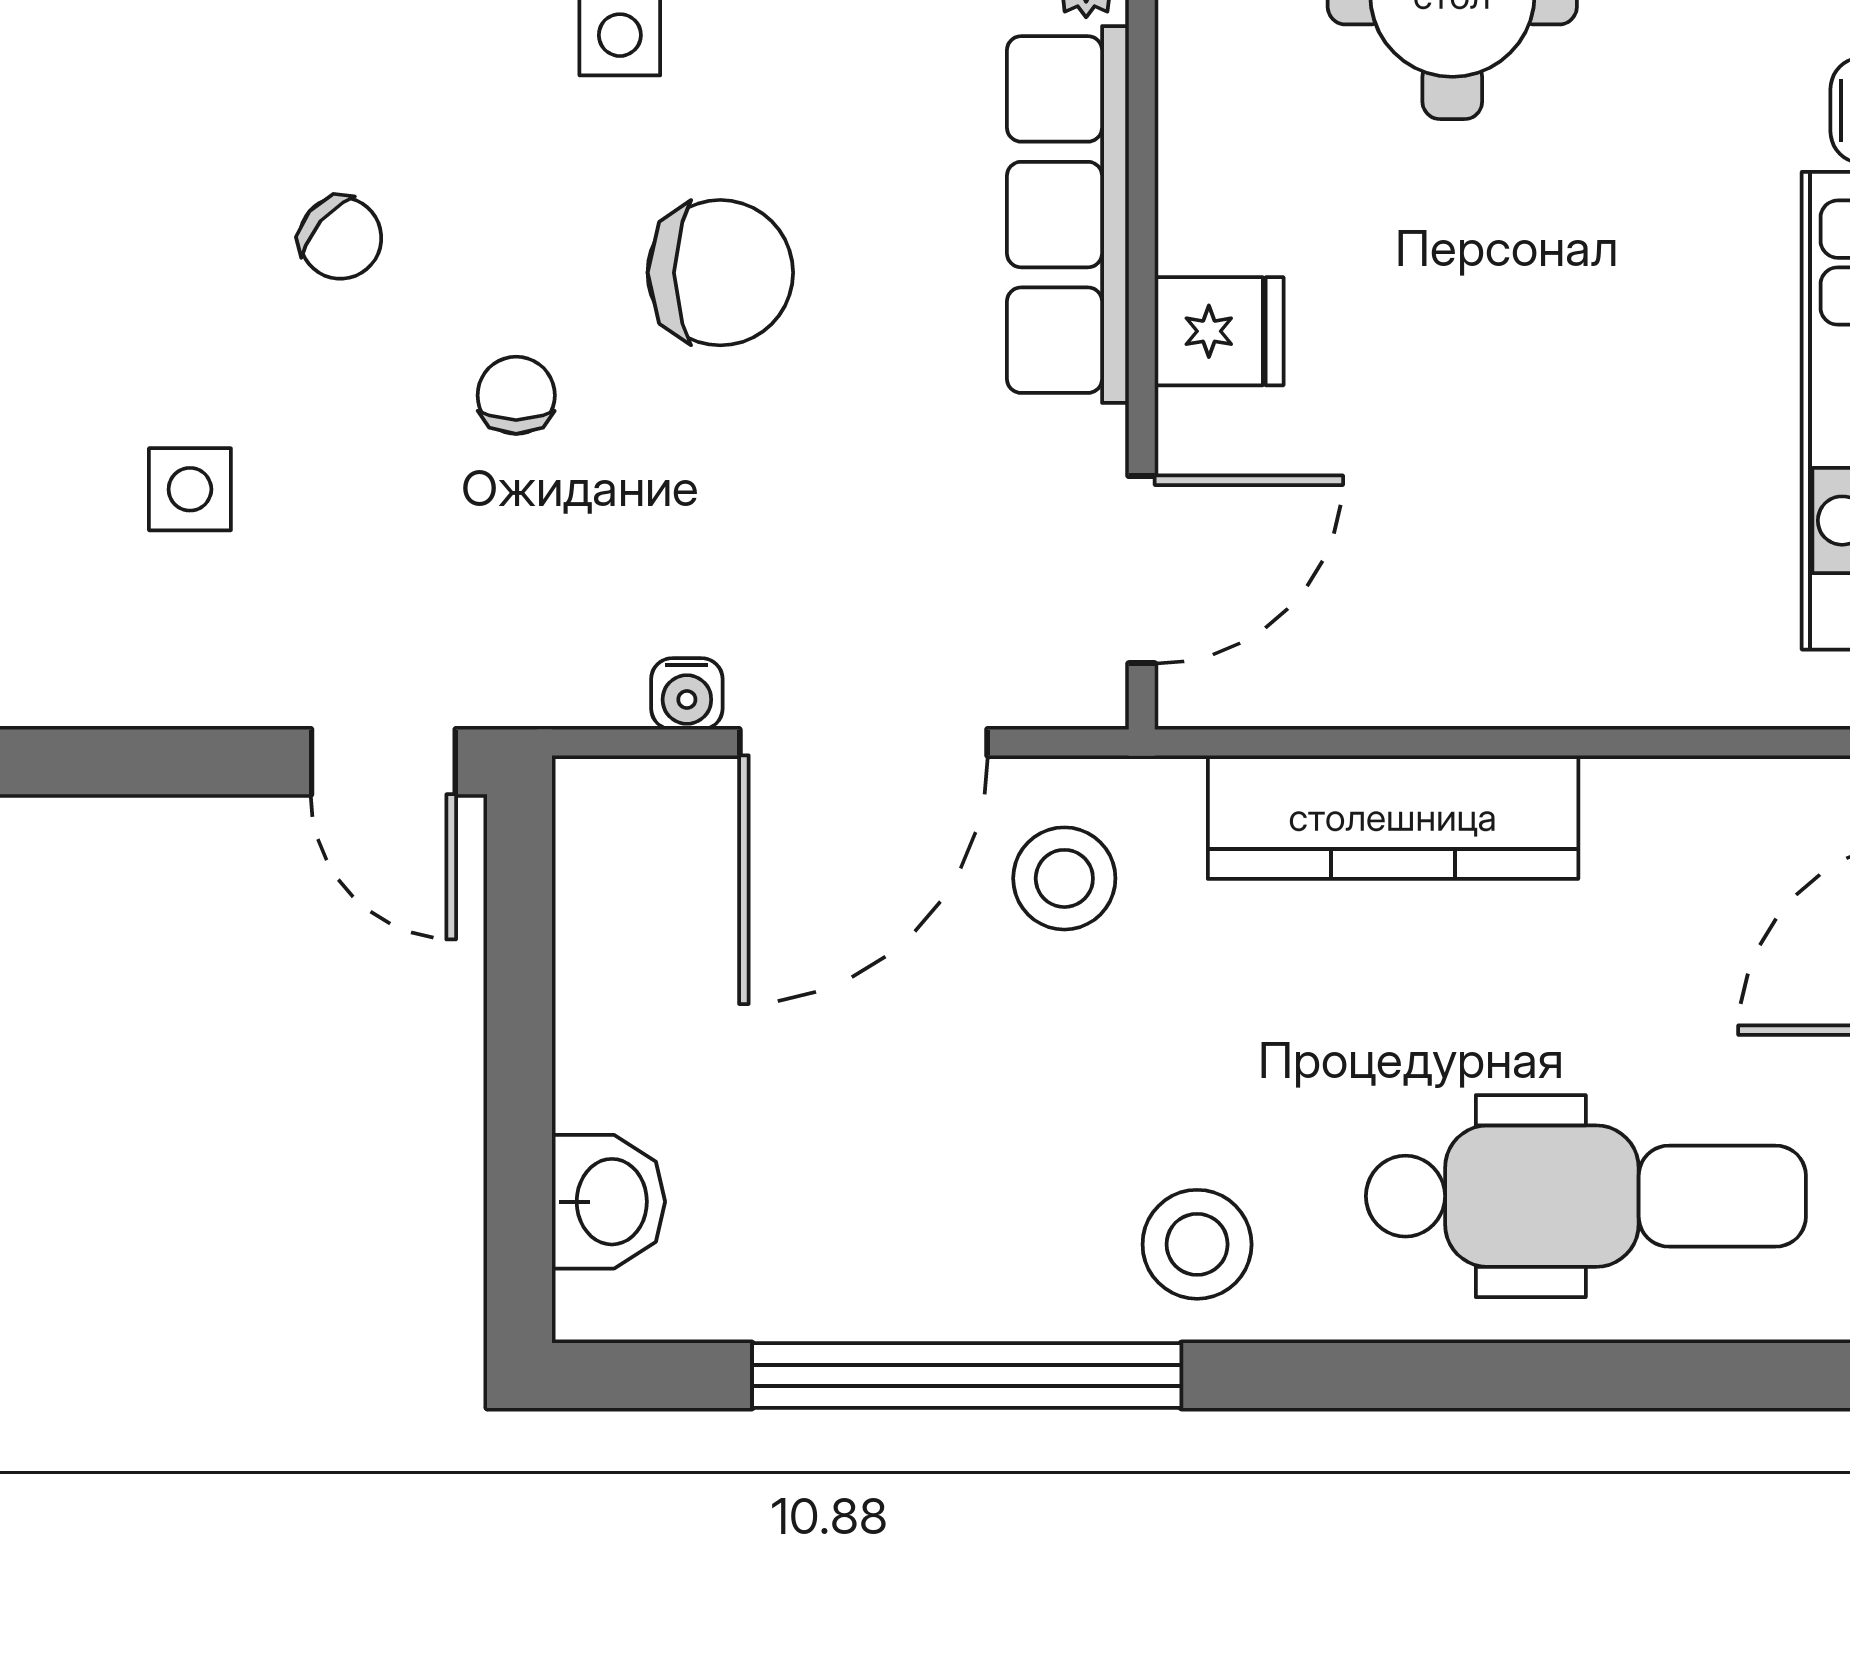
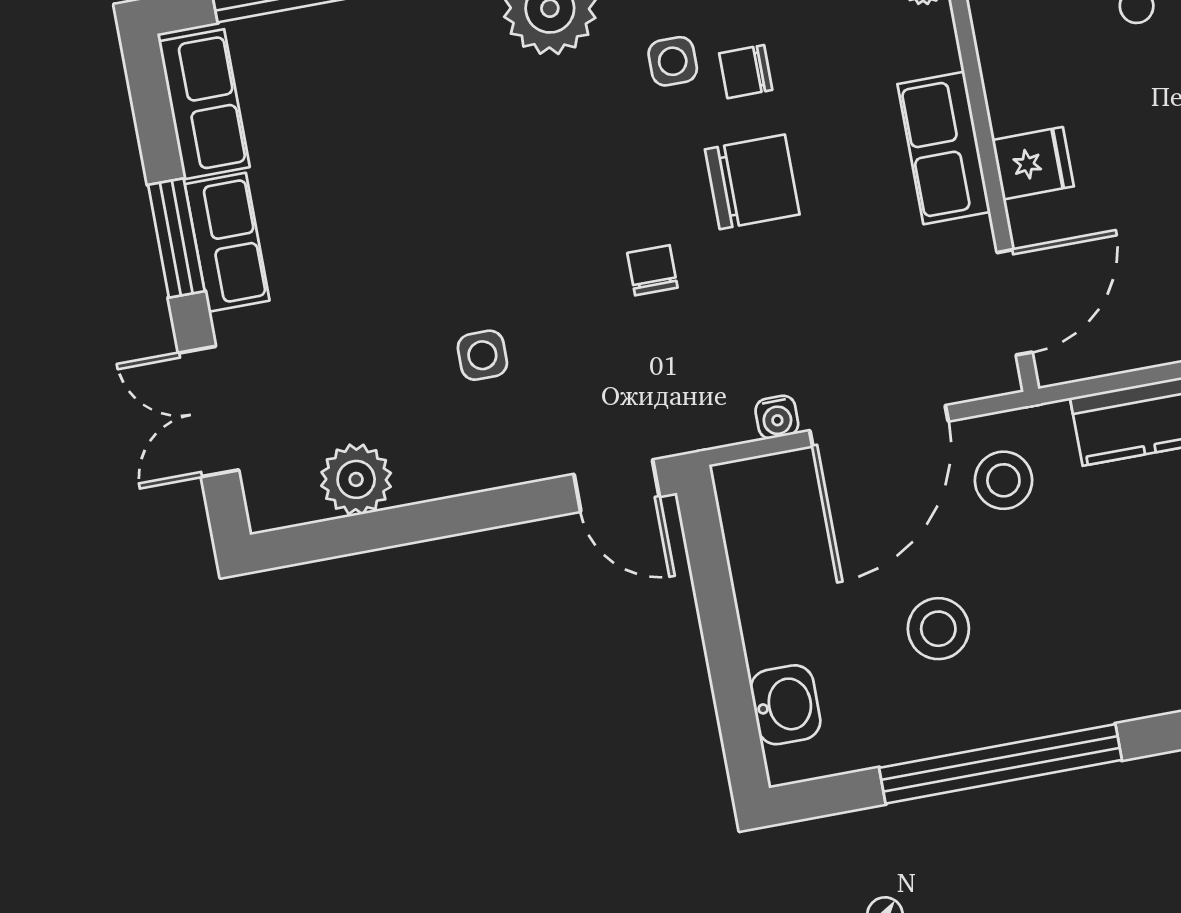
row of seats: (1068, 215) -> (944, 148), width x0.68
chair: (340, 238) -> (746, 72), moved, turned 139
stool: (1197, 1244) -> (938, 629), moved

